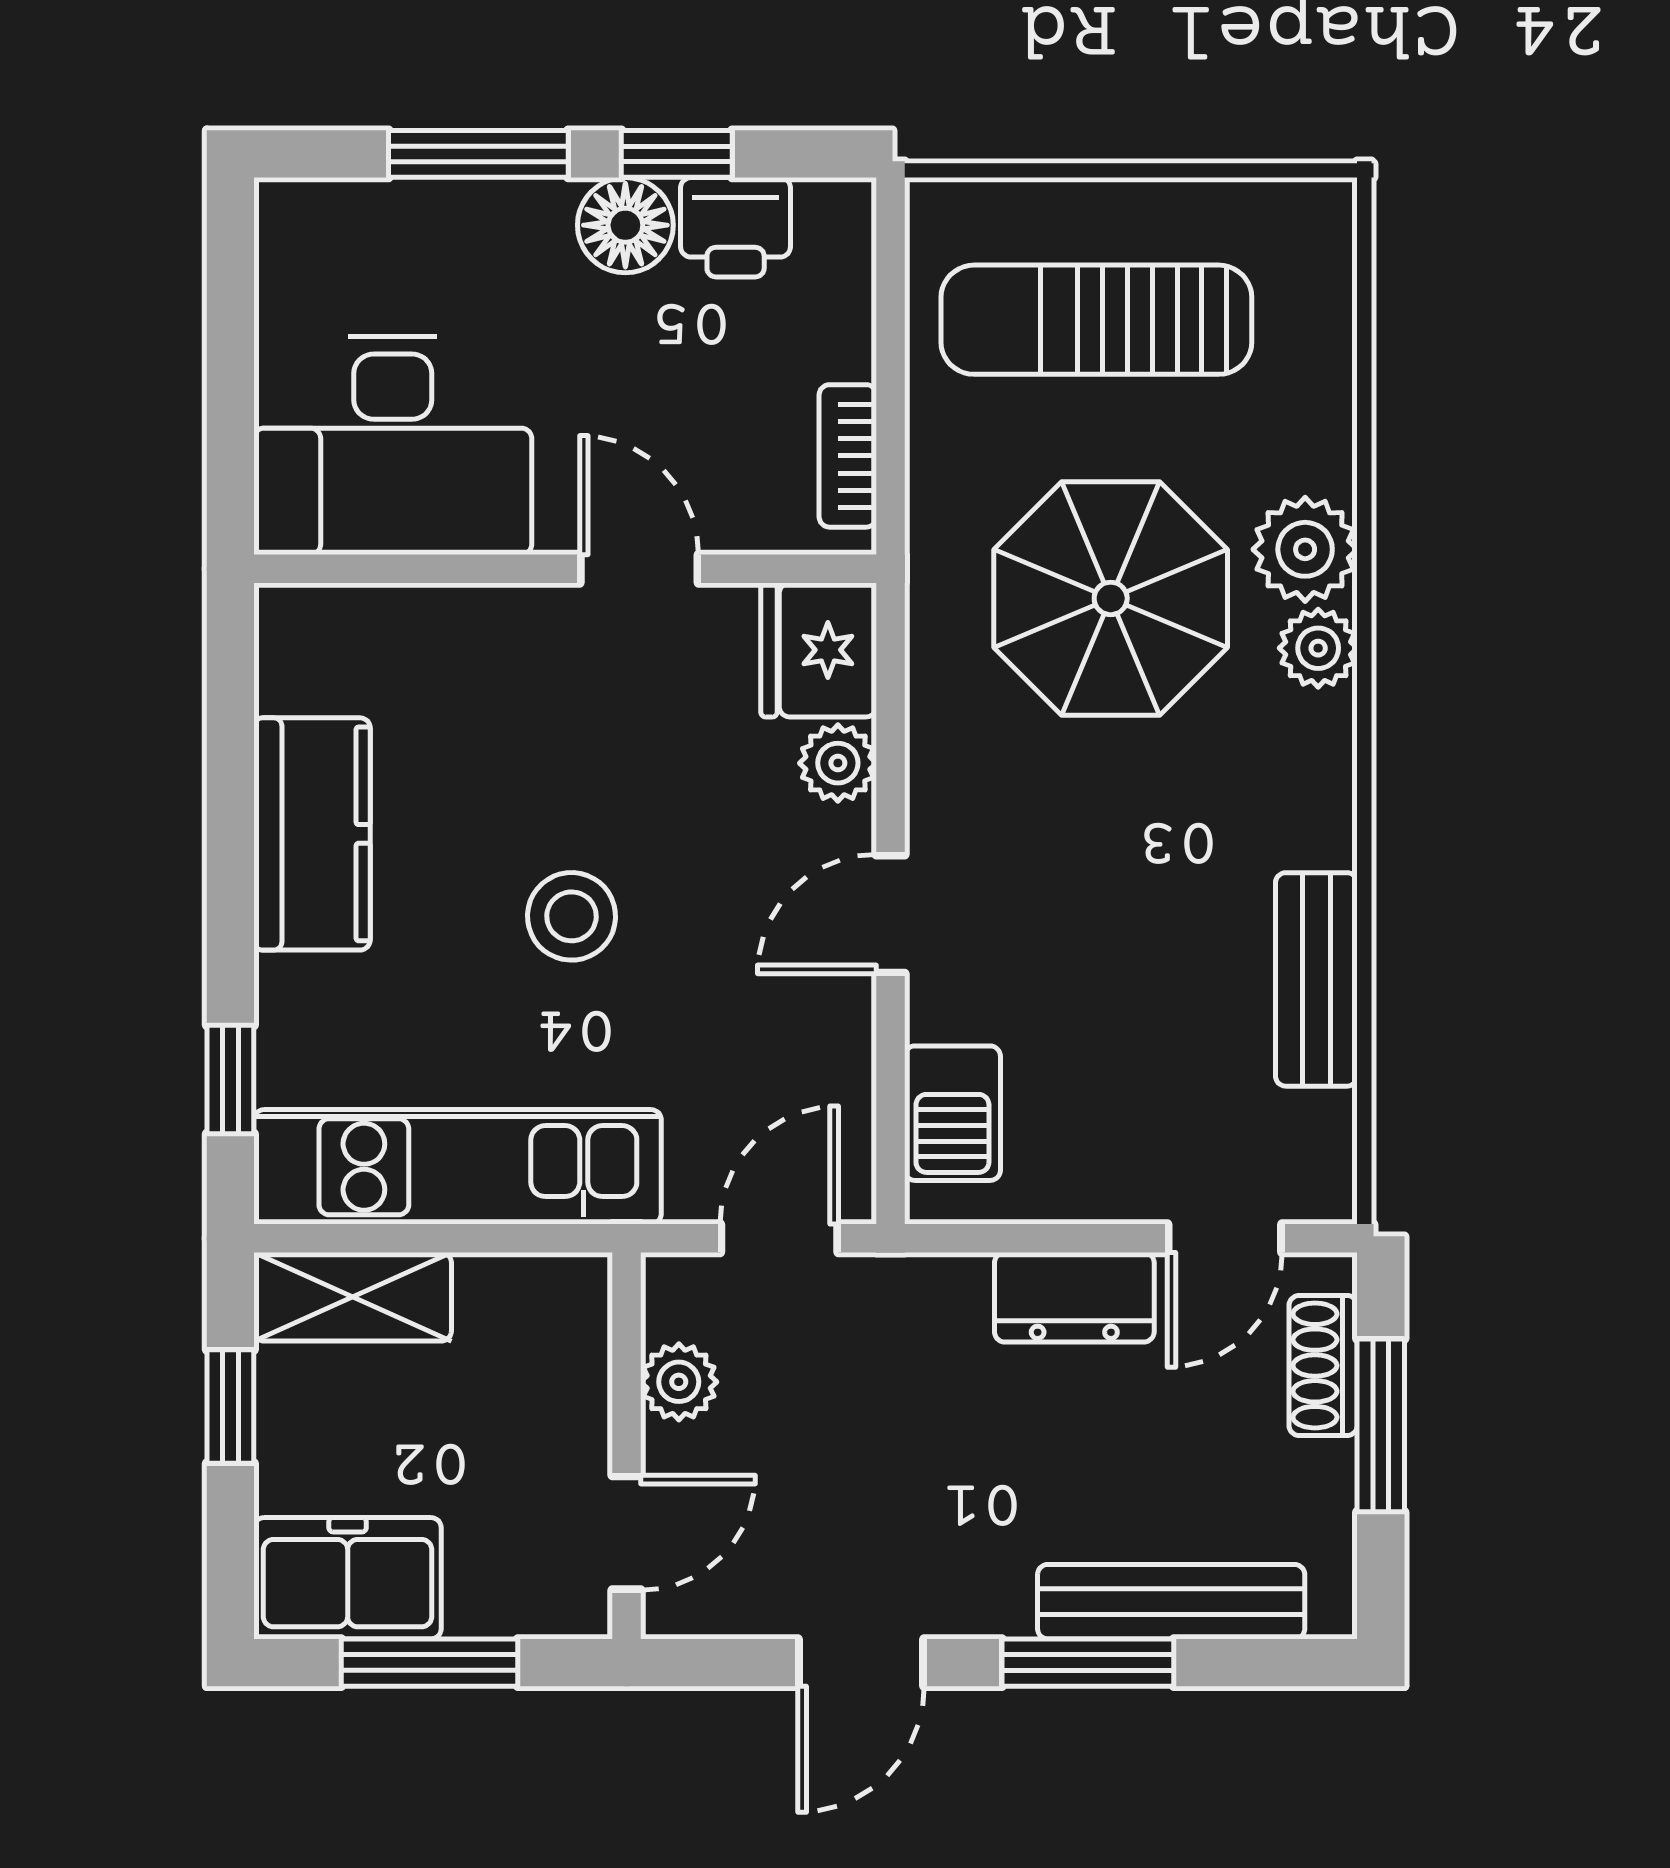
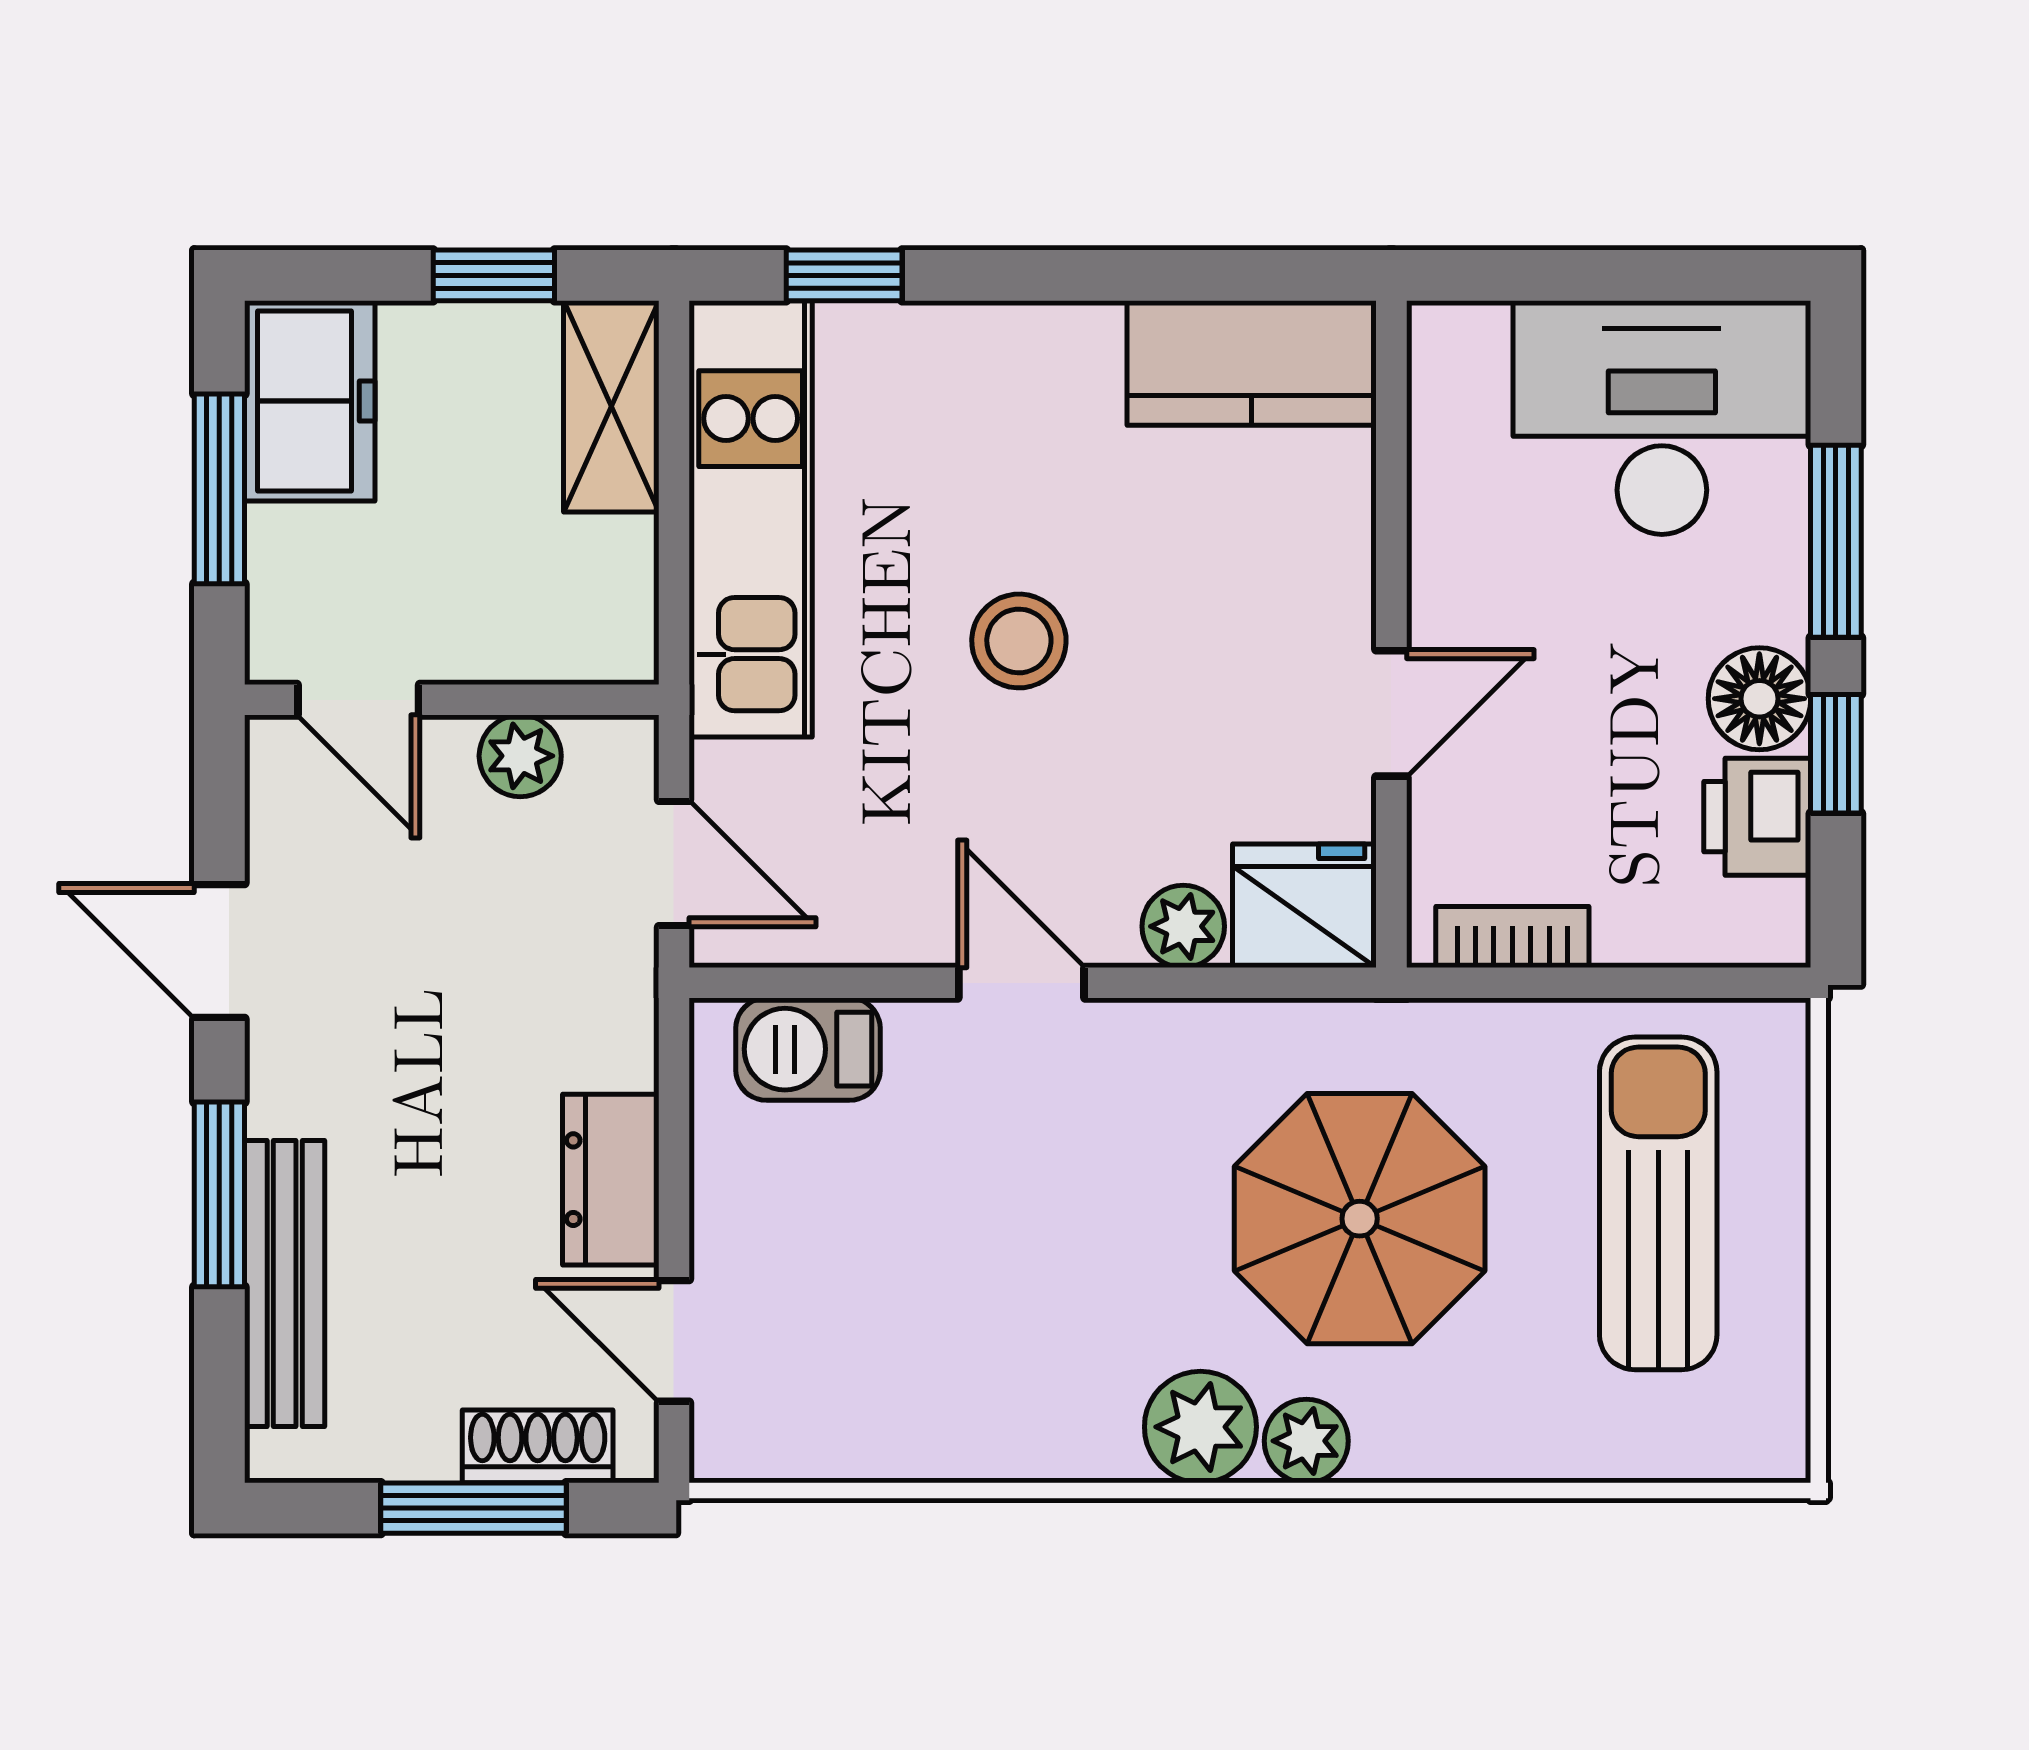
desk: (393, 446) -> (1662, 418), moved, turned 90
plant: (1305, 549) -> (1200, 1427), moved
kitchen counter: (312, 834) -> (1252, 363), moved
bench: (1316, 979) -> (951, 1439), removed

